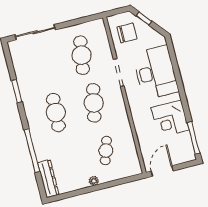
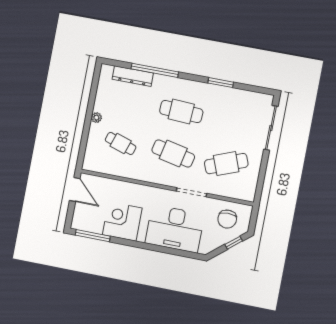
cafe table: (82, 55) -> (226, 164), turned -30
dresser: (48, 179) -> (133, 76), moved

